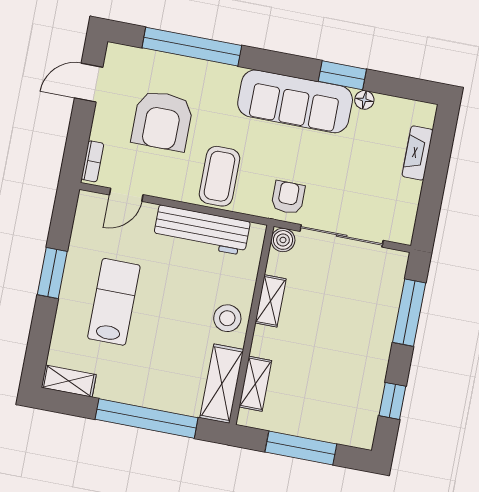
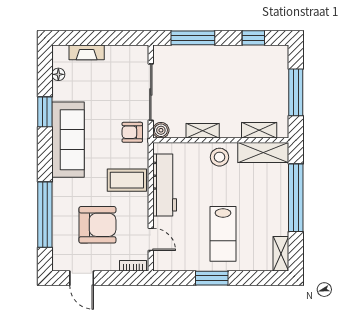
floor lamp: (364, 100) -> (58, 74), moved
lab bench: (114, 302) -> (223, 234), turned -90

